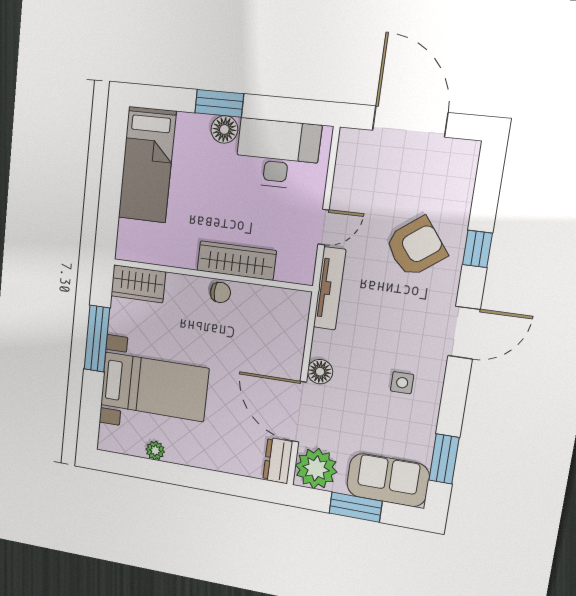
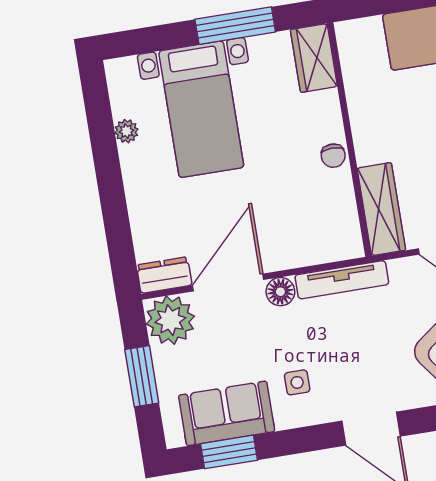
wardrobe: (236, 261) -> (381, 209), moved
tv unit: (330, 288) -> (342, 280), moved
sofa: (388, 480) -> (227, 413), moved, turned -90

